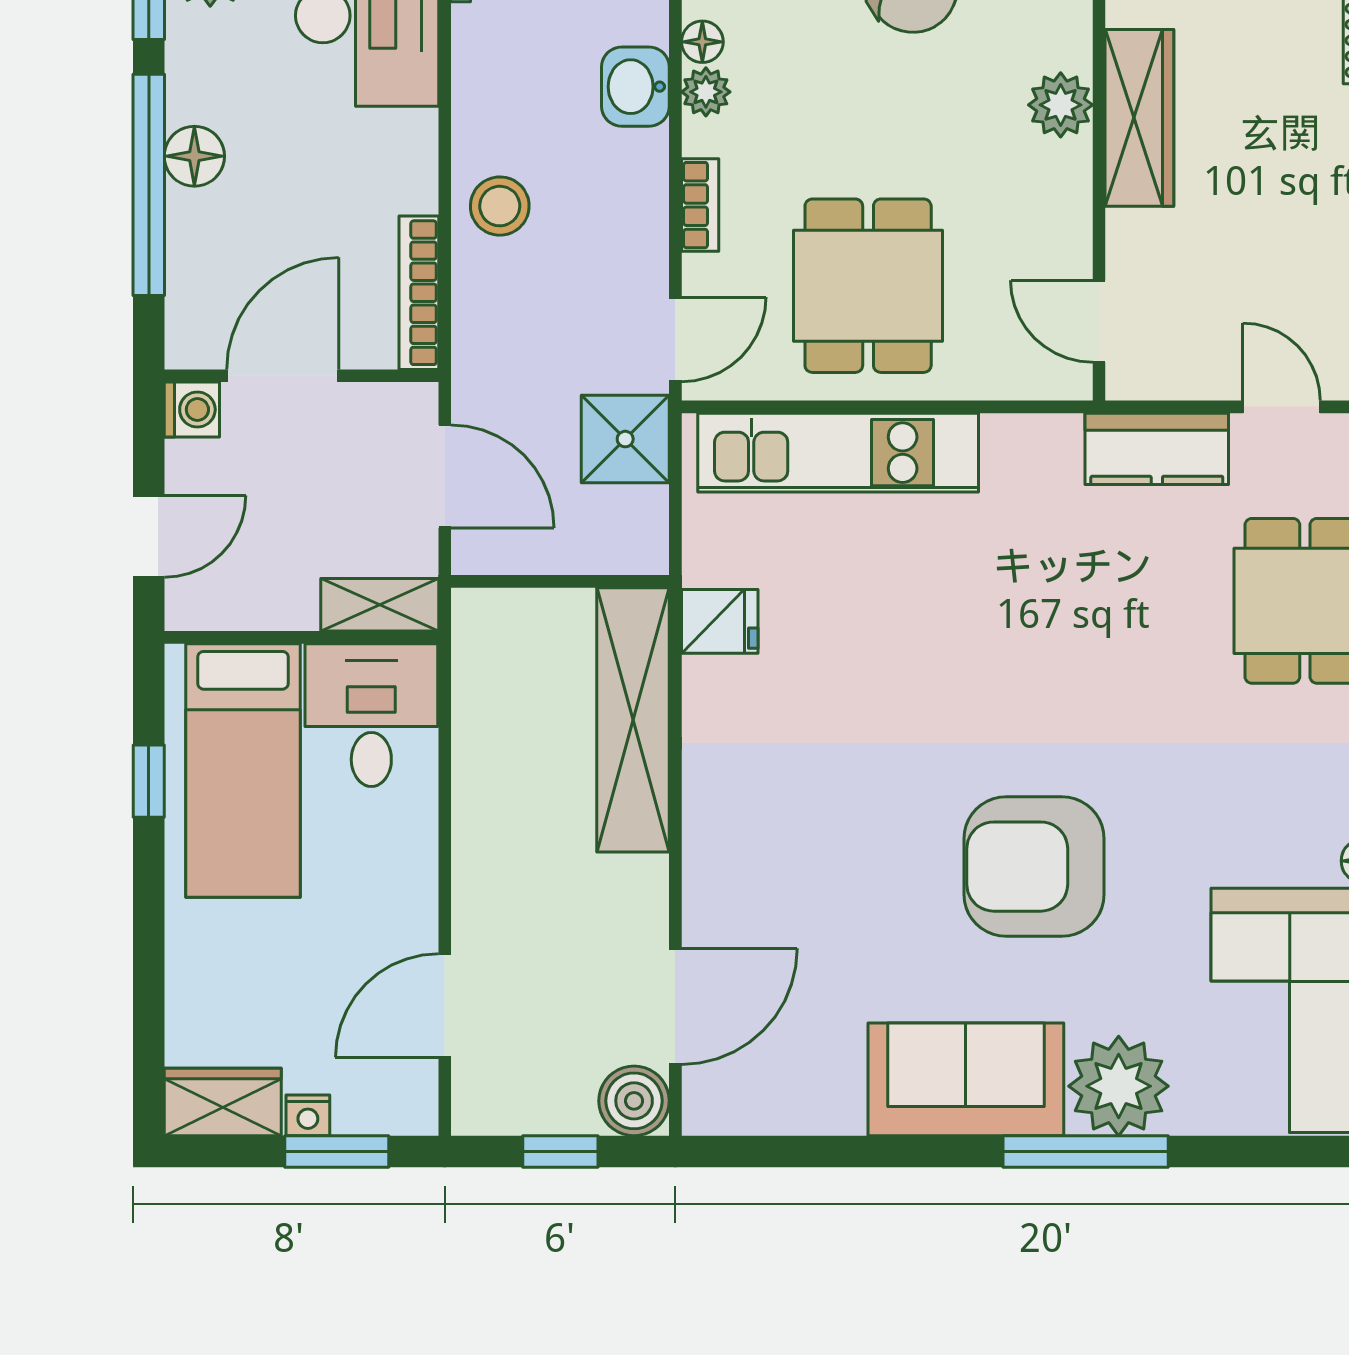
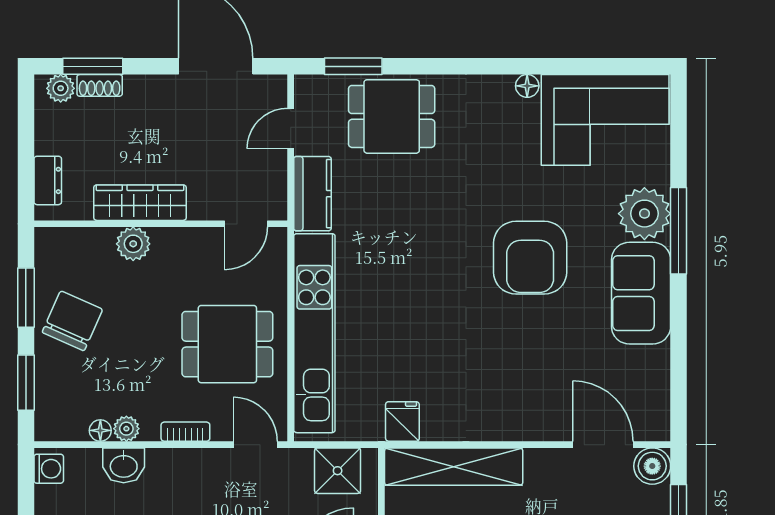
shower: (625, 439) -> (338, 471), moved
kitchen unit: (838, 453) -> (314, 333), width x1.36

